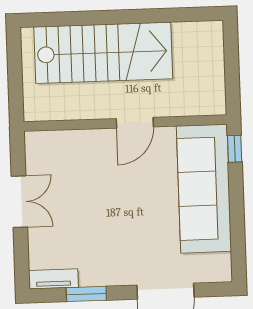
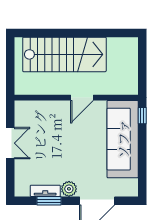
plant: (119, 273) -> (69, 189), added
tv unit: (53, 279) -> (45, 191), moved

